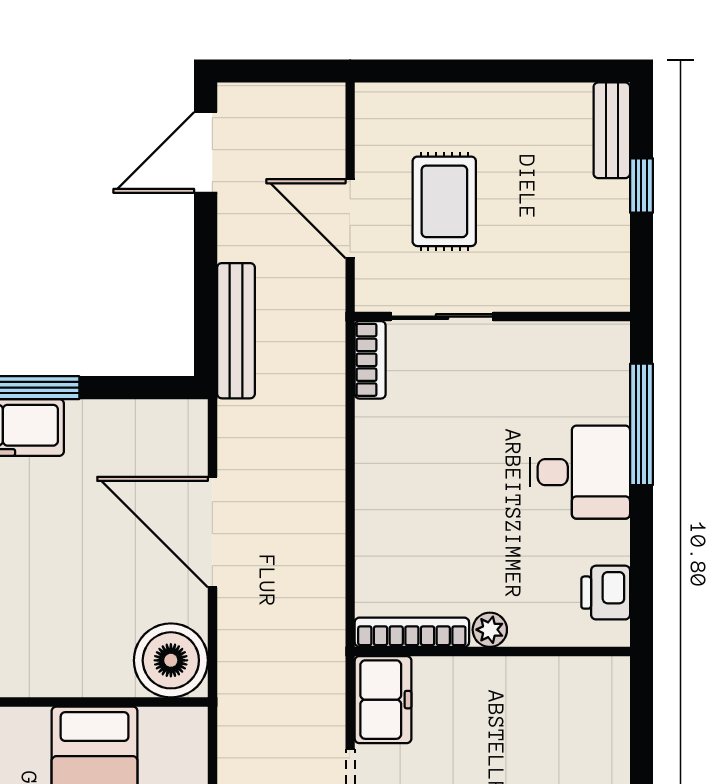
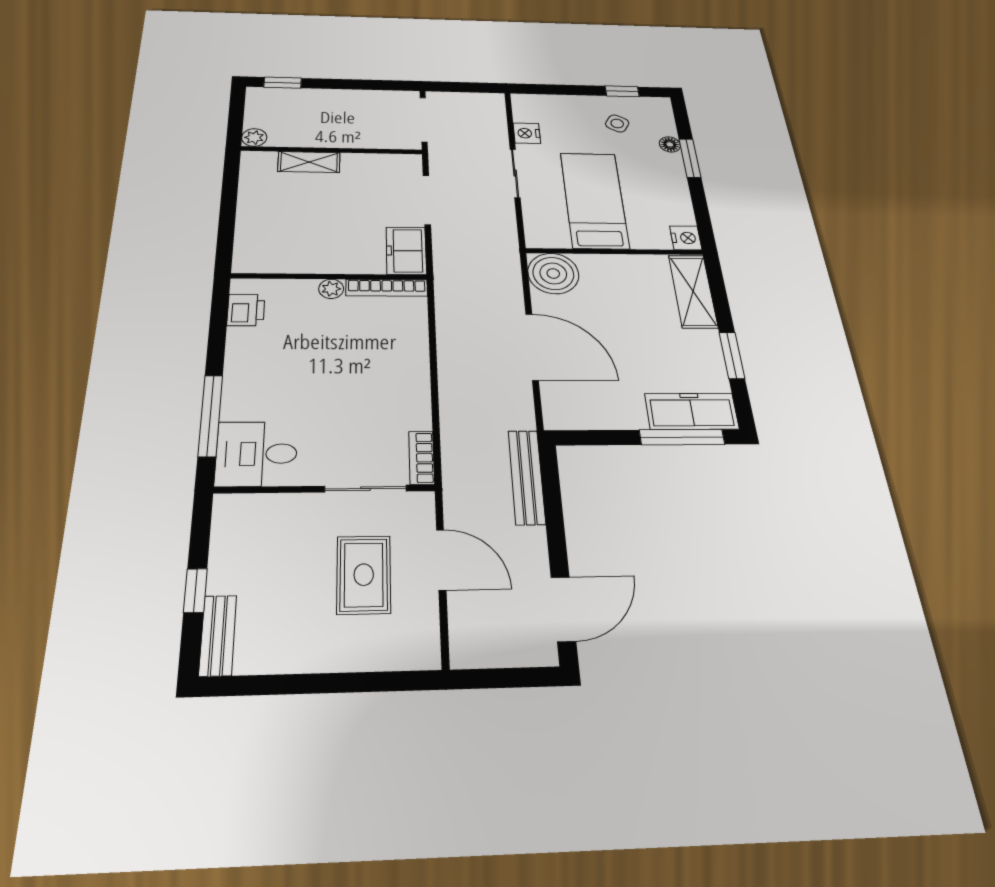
desk: (580, 472) -> (257, 454), moved

